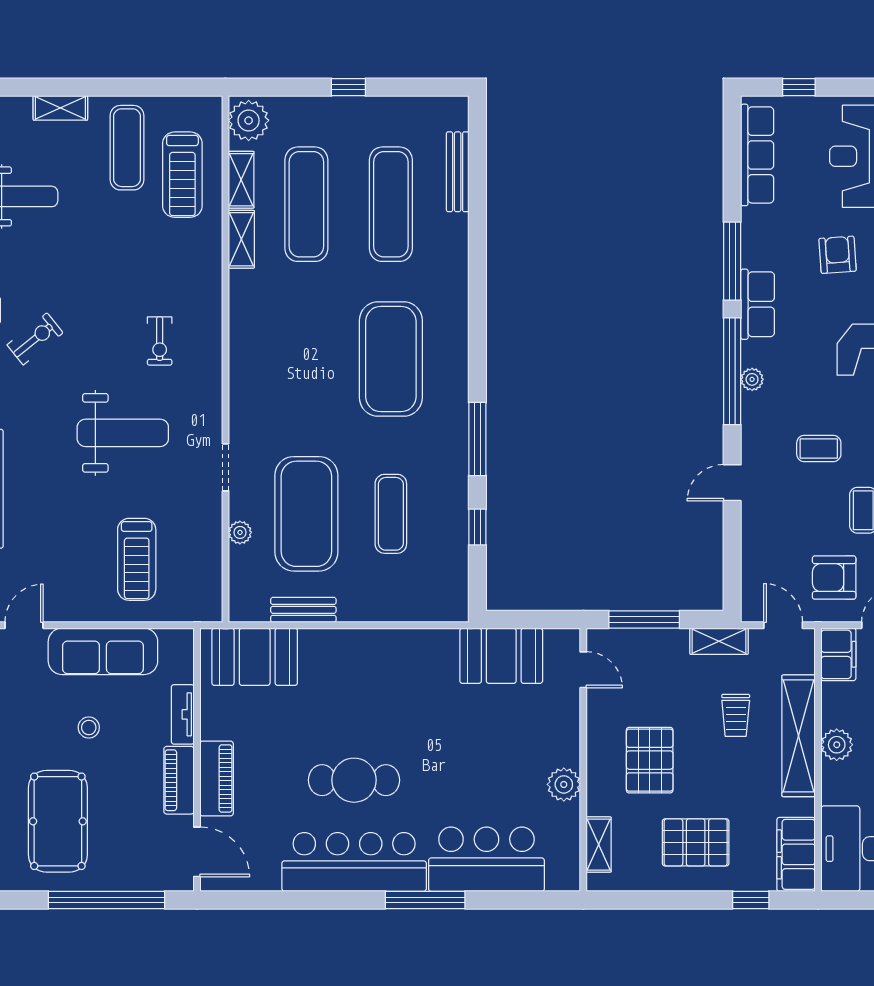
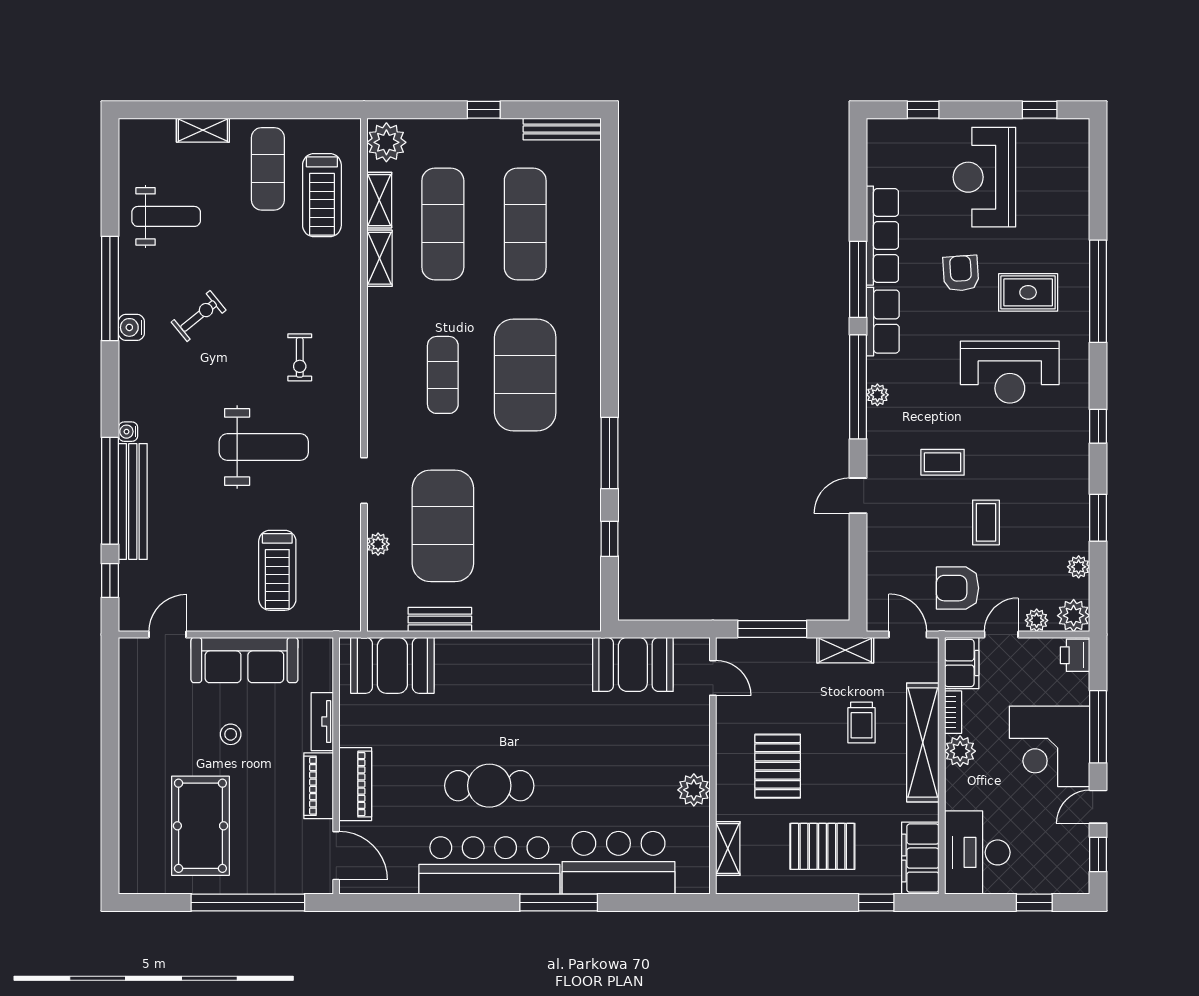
row of seats: (757, 155) -> (882, 236), moved
bench: (458, 172) -> (562, 129), moved, turned 90
exercise bike: (35, 339) -> (199, 316), moved
exercise mat: (391, 514) -> (443, 375), moved
bookcase: (830, 705) -> (953, 712), added

